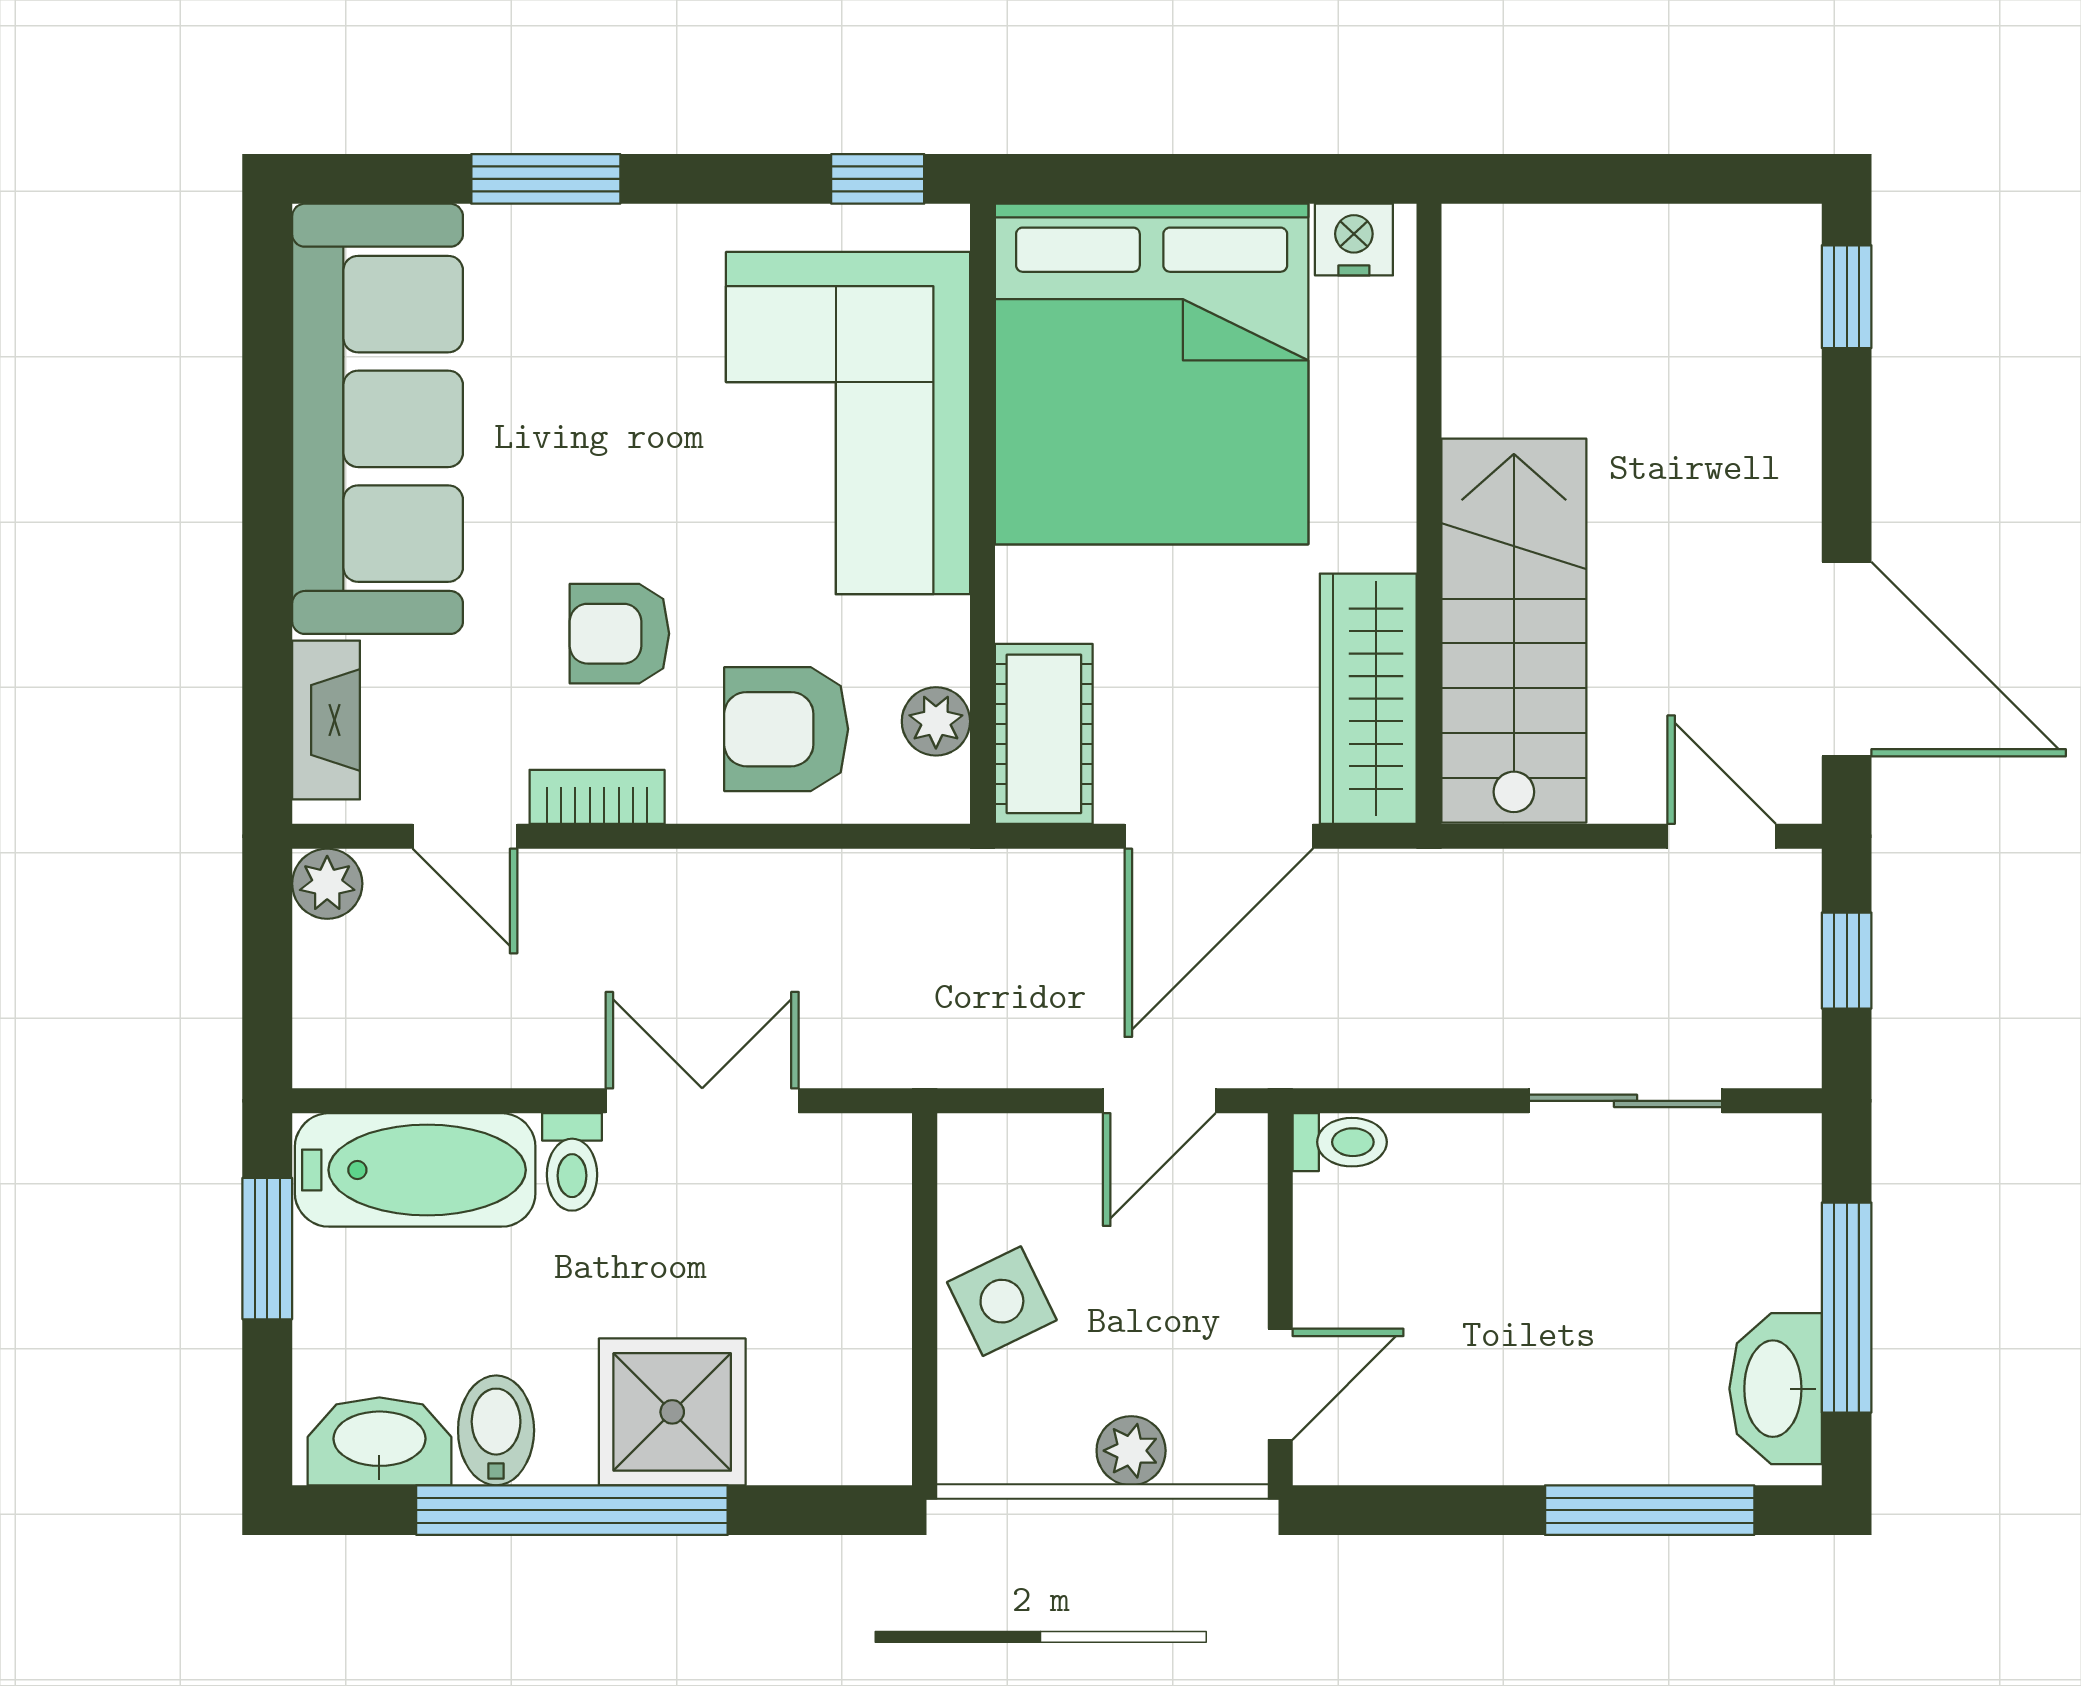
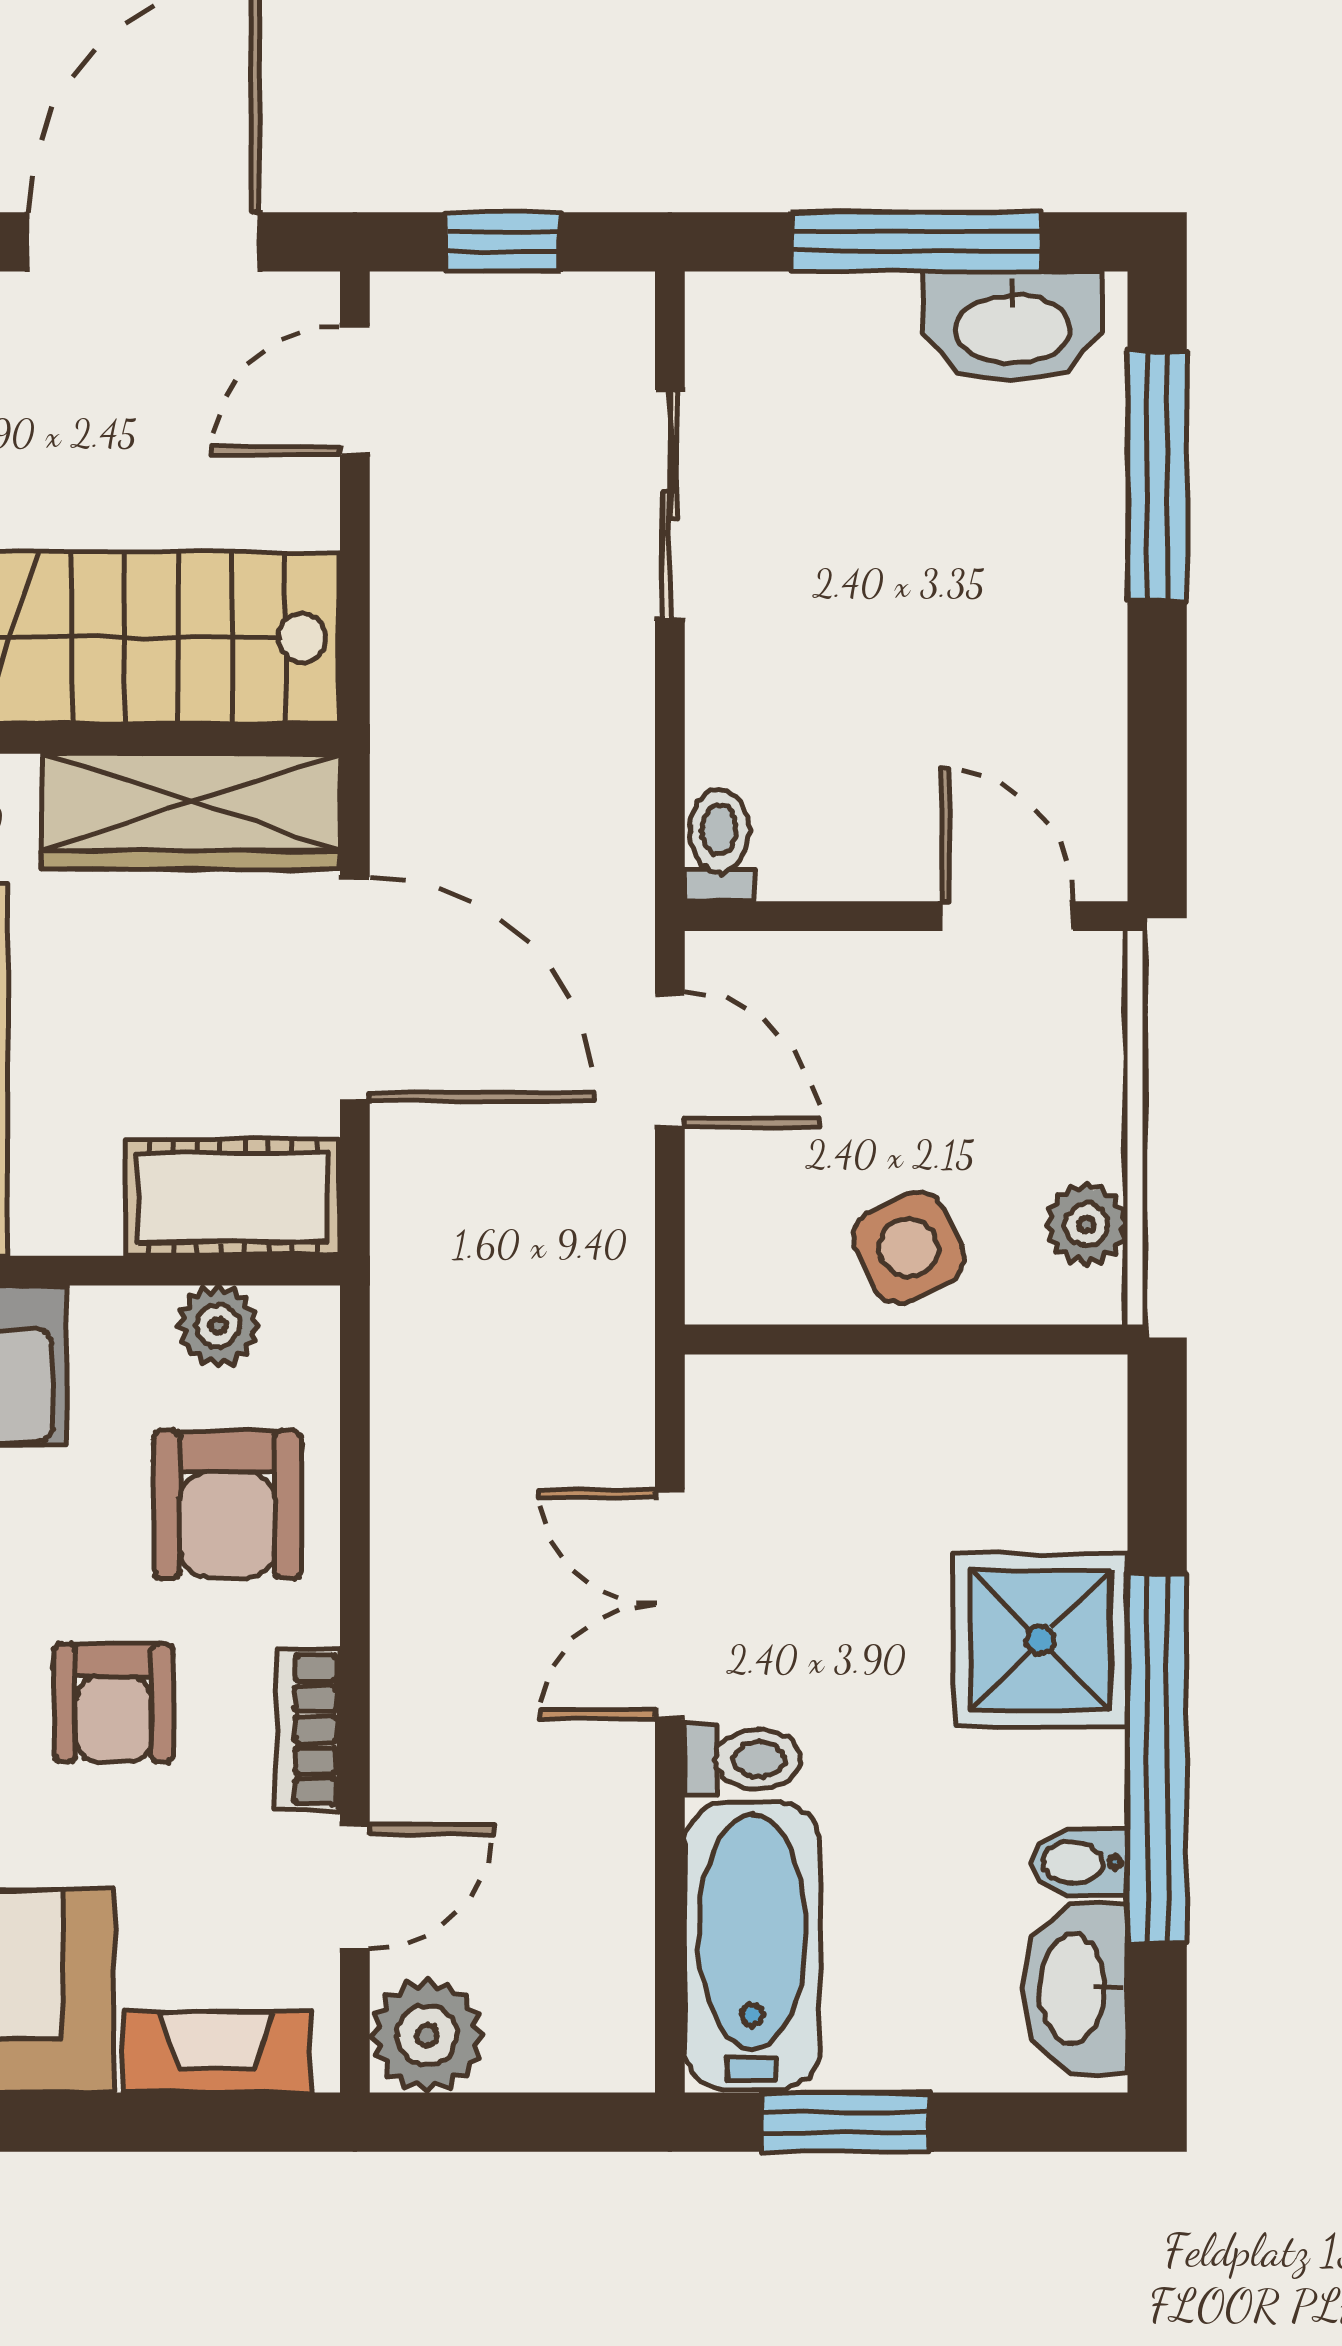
plant: (327, 884) -> (427, 2035), width x1.38, depth x1.38
bidet: (496, 1430) -> (1080, 1862), width x0.72, depth x0.74
plant: (1131, 1451) -> (1086, 1225), moved

